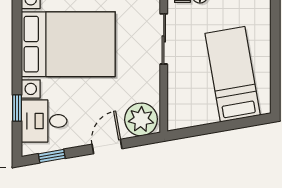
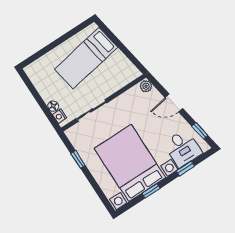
window: (17, 48) -> (151, 191), added
plant: (141, 119) -> (146, 86), width x0.53, depth x0.53

